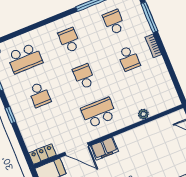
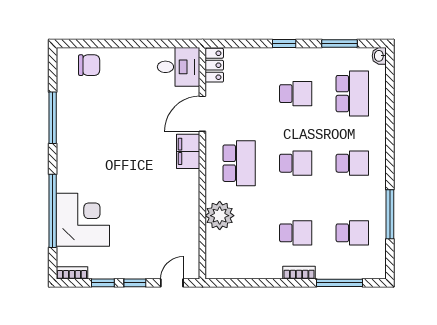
school desk: (25, 58) -> (352, 94), turned 180
school desk: (129, 58) -> (296, 233), turned 180
school desk: (39, 95) -> (296, 94), turned 180
plant: (143, 114) -> (220, 216), width x1.87, depth x1.87

